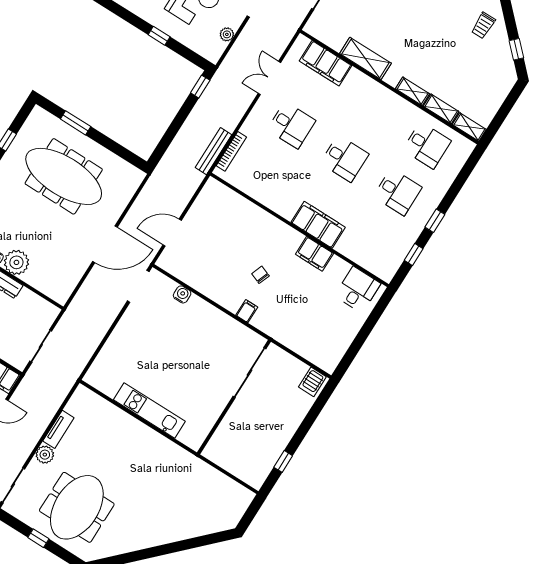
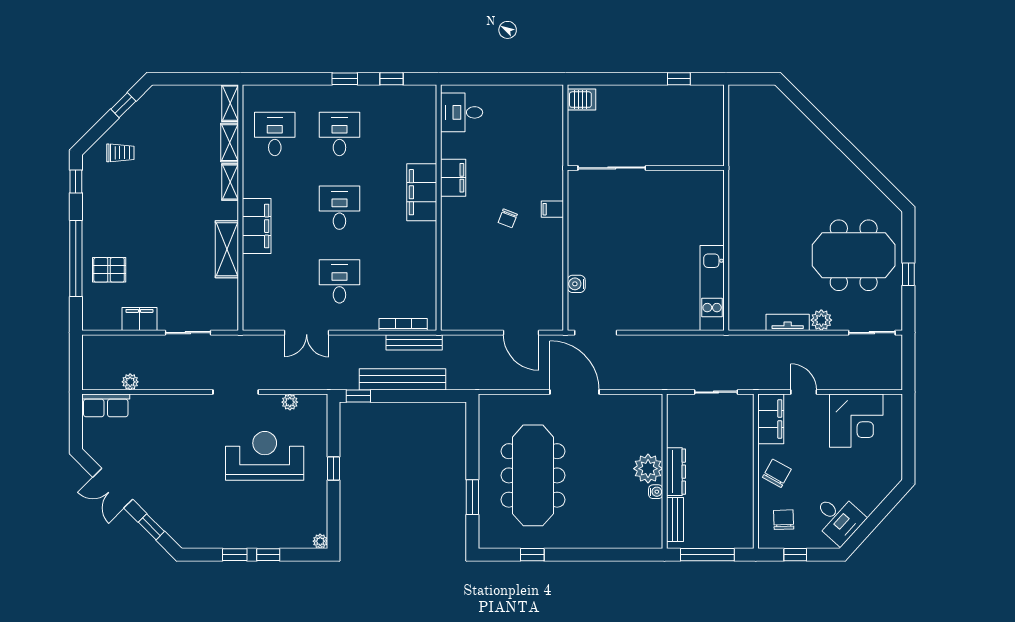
filing cabinet: (326, 63) -> (257, 226), moved
bench: (192, 126) -> (402, 379), added
kitchen unit: (149, 411) -> (712, 288), moved

